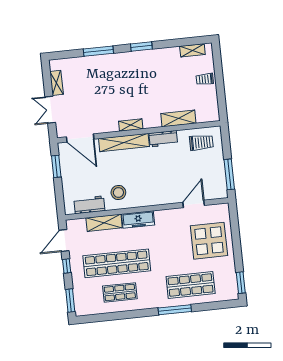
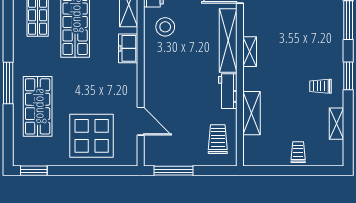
shelving: (192, 50) -> (337, 124), moved
trolley: (152, 67) -> (321, 86), added
trolley: (201, 142) -> (218, 139), turned 180
freezer: (138, 219) -> (128, 48), width x0.71

